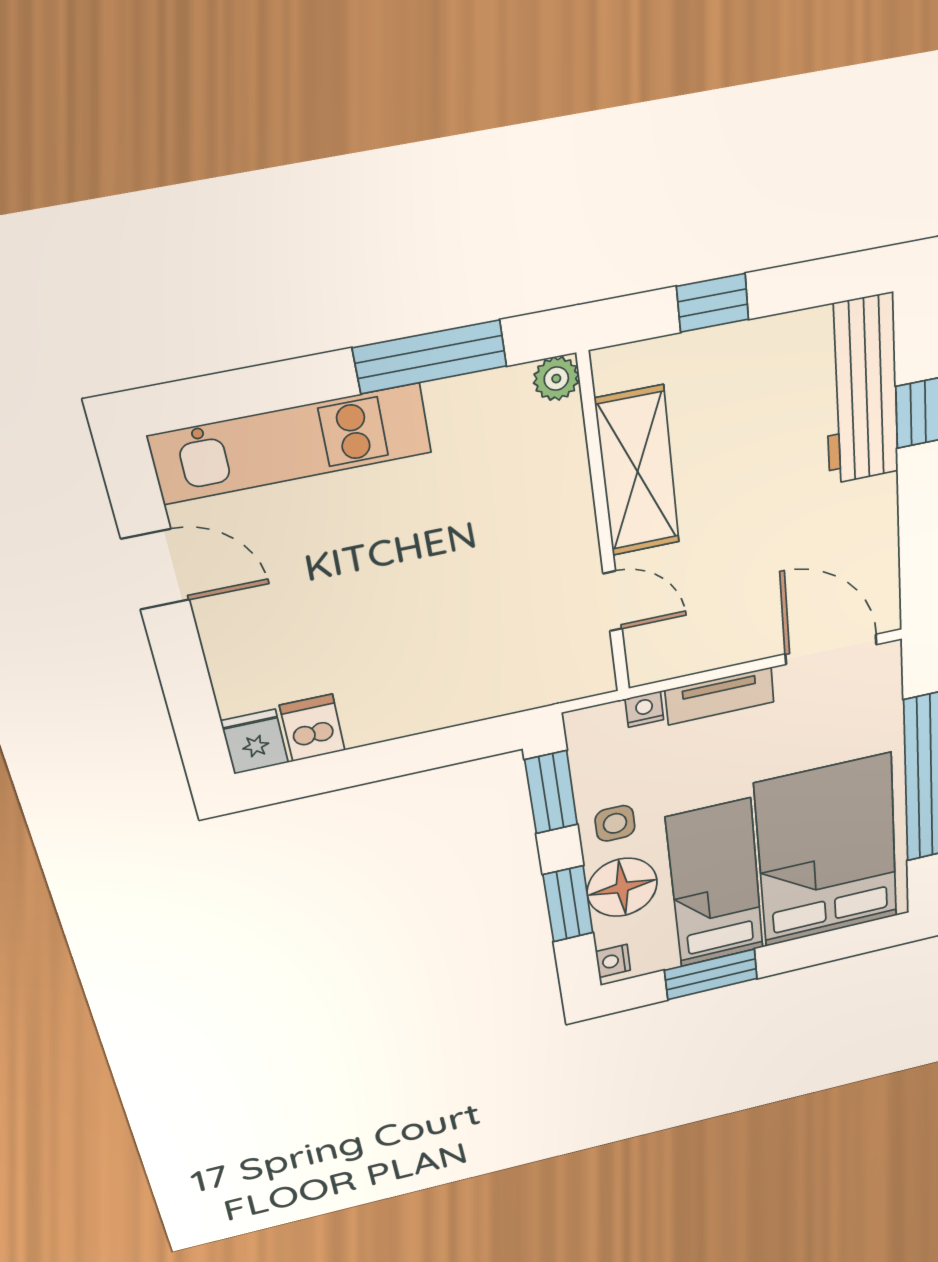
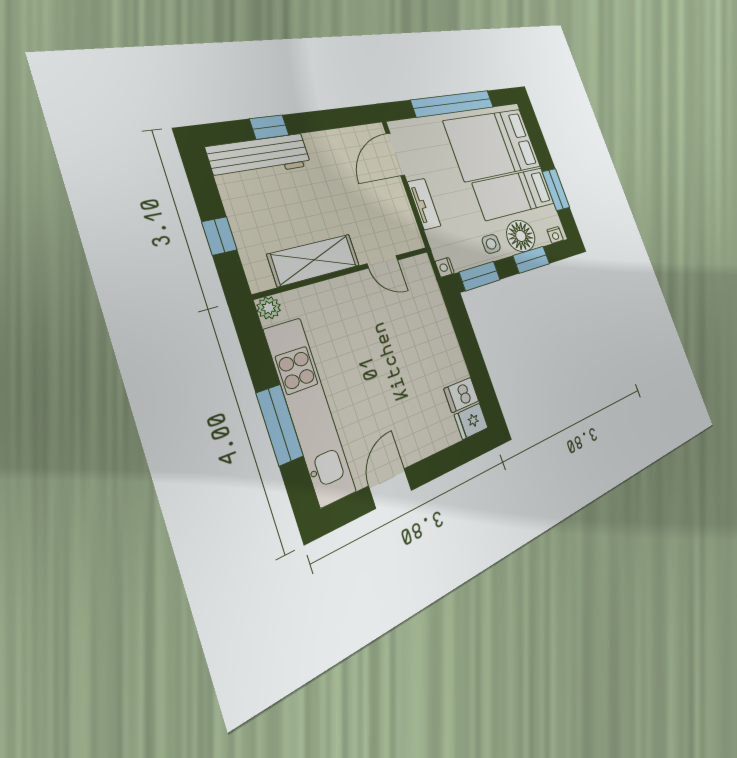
window: (430, 357) -> (280, 425), moved
kitchen unit: (291, 444) -> (310, 411), width x1.36
door: (613, 601) -> (382, 262), swing flipped
nightstand: (644, 709) -> (445, 267), moved

